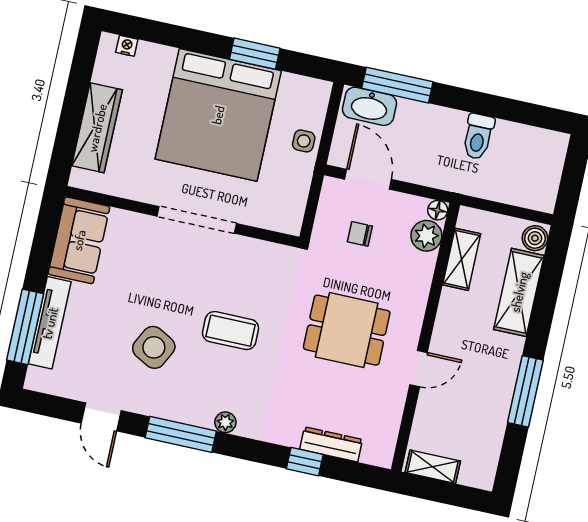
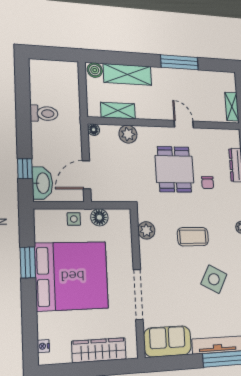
window: (397, 85) -> (25, 169), width x0.46
floor lamp: (297, 182) -> (99, 217), added
doorway: (197, 220) -> (138, 294), moved
chair: (360, 234) -> (208, 183), moved
plant: (426, 236) -> (128, 134), moved
plant: (259, 254) -> (146, 230), added
coffee table: (231, 331) -> (193, 237), turned 90

